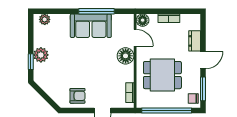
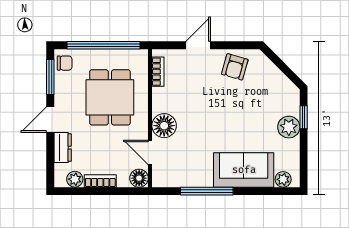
plant: (186, 19) -> (75, 179), added
sofa: (91, 26) -> (244, 170), moved
dining table: (162, 75) -> (110, 97), turned 90
armchair: (77, 96) -> (235, 67), turned -74

